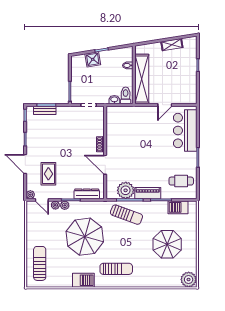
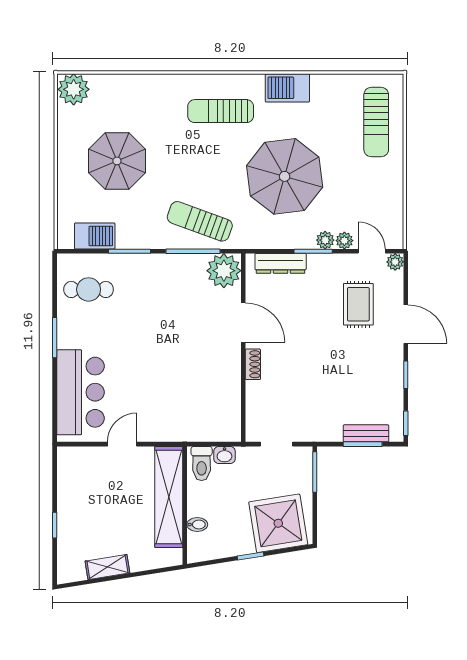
shower: (93, 59) -> (278, 523), width x1.86, depth x1.86
plant: (126, 190) -> (224, 271), moved
piano: (148, 193) -> (157, 265), removed

